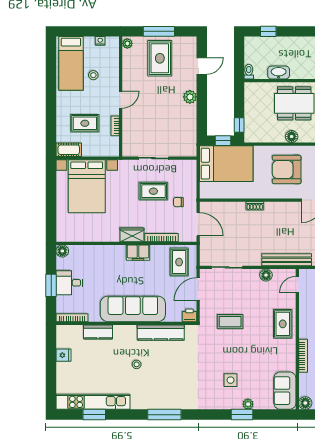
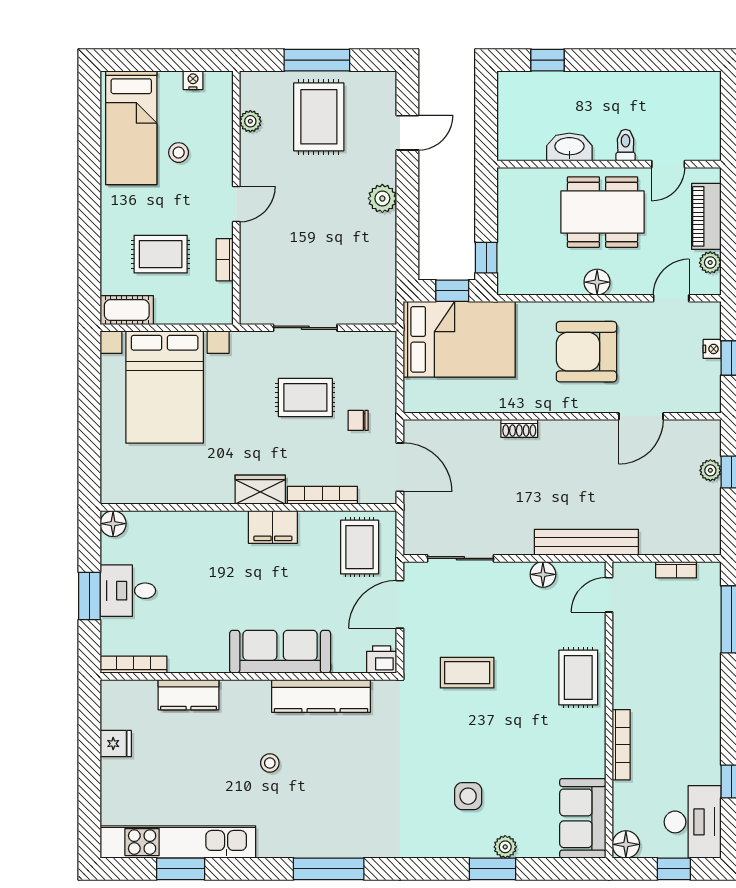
plant: (127, 43) -> (250, 121), moved
toilet: (249, 72) -> (626, 145), moved
sofa: (133, 309) -> (280, 652), width x0.74, depth x0.79

